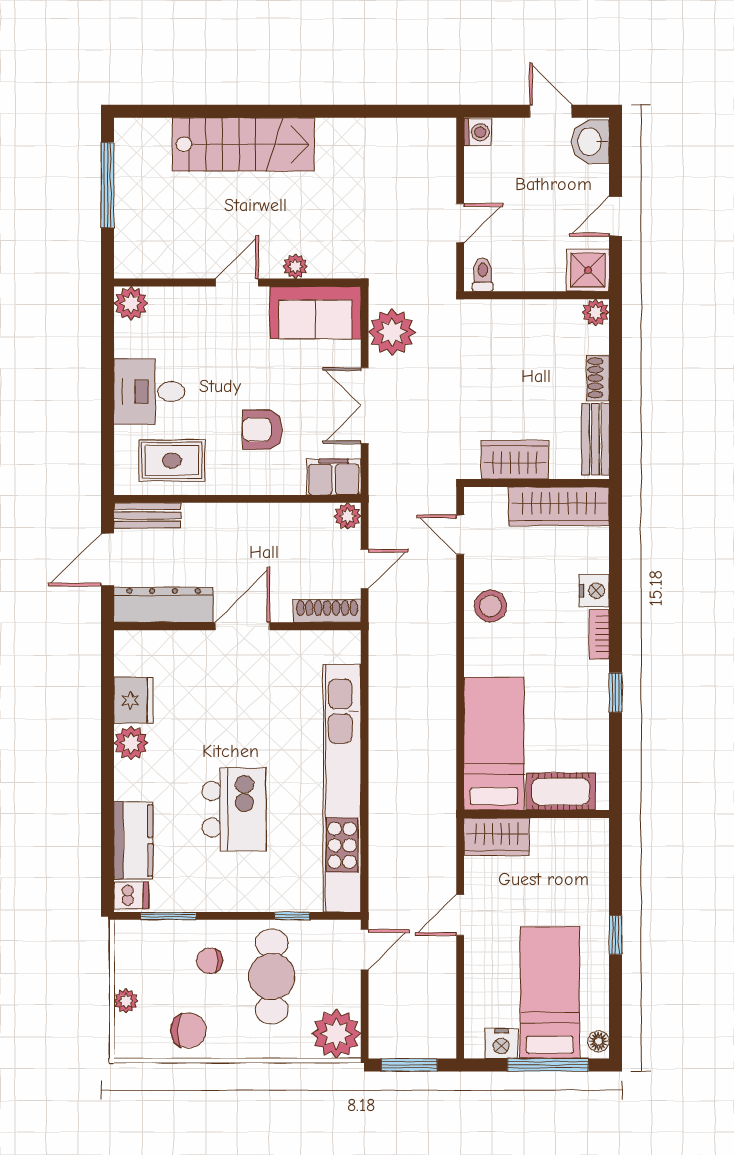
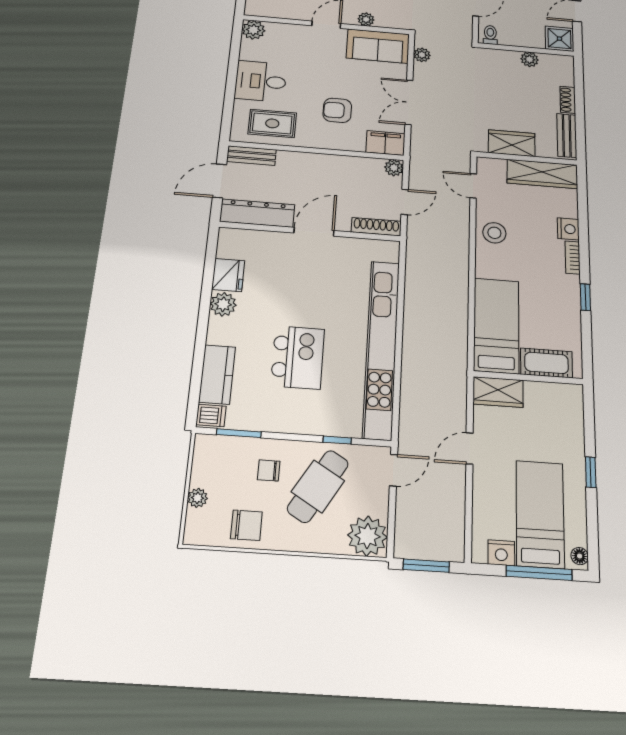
plant: (596, 312) -> (530, 59), moved
plant: (392, 332) -> (422, 55), width x0.53, depth x0.53
cafe table: (272, 977) -> (318, 486), turned 31

